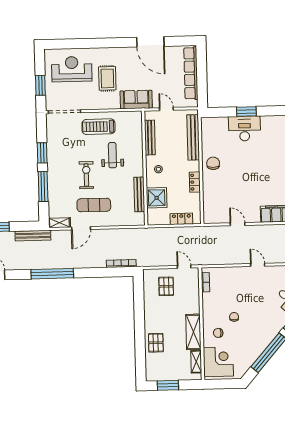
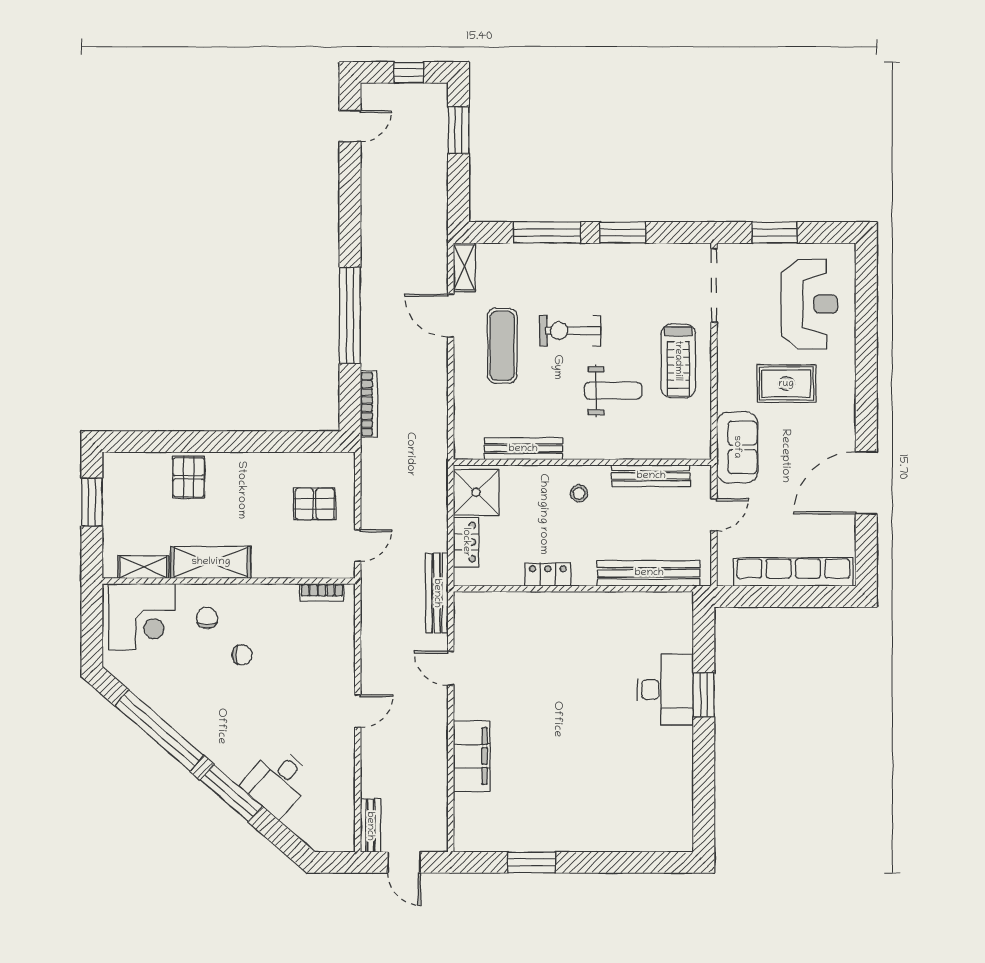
treadmill: (98, 127) -> (678, 361), turned 180
chair: (213, 163) -> (589, 617), removed
exercise bike: (86, 175) -> (570, 331), turned 180
shower: (157, 198) -> (476, 492), moved
door: (238, 224) -> (451, 668), swing flipped
bench: (33, 236) -> (437, 593), moved
window: (52, 274) -> (350, 315), moved
pallet: (156, 343) -> (189, 477), turned 90

